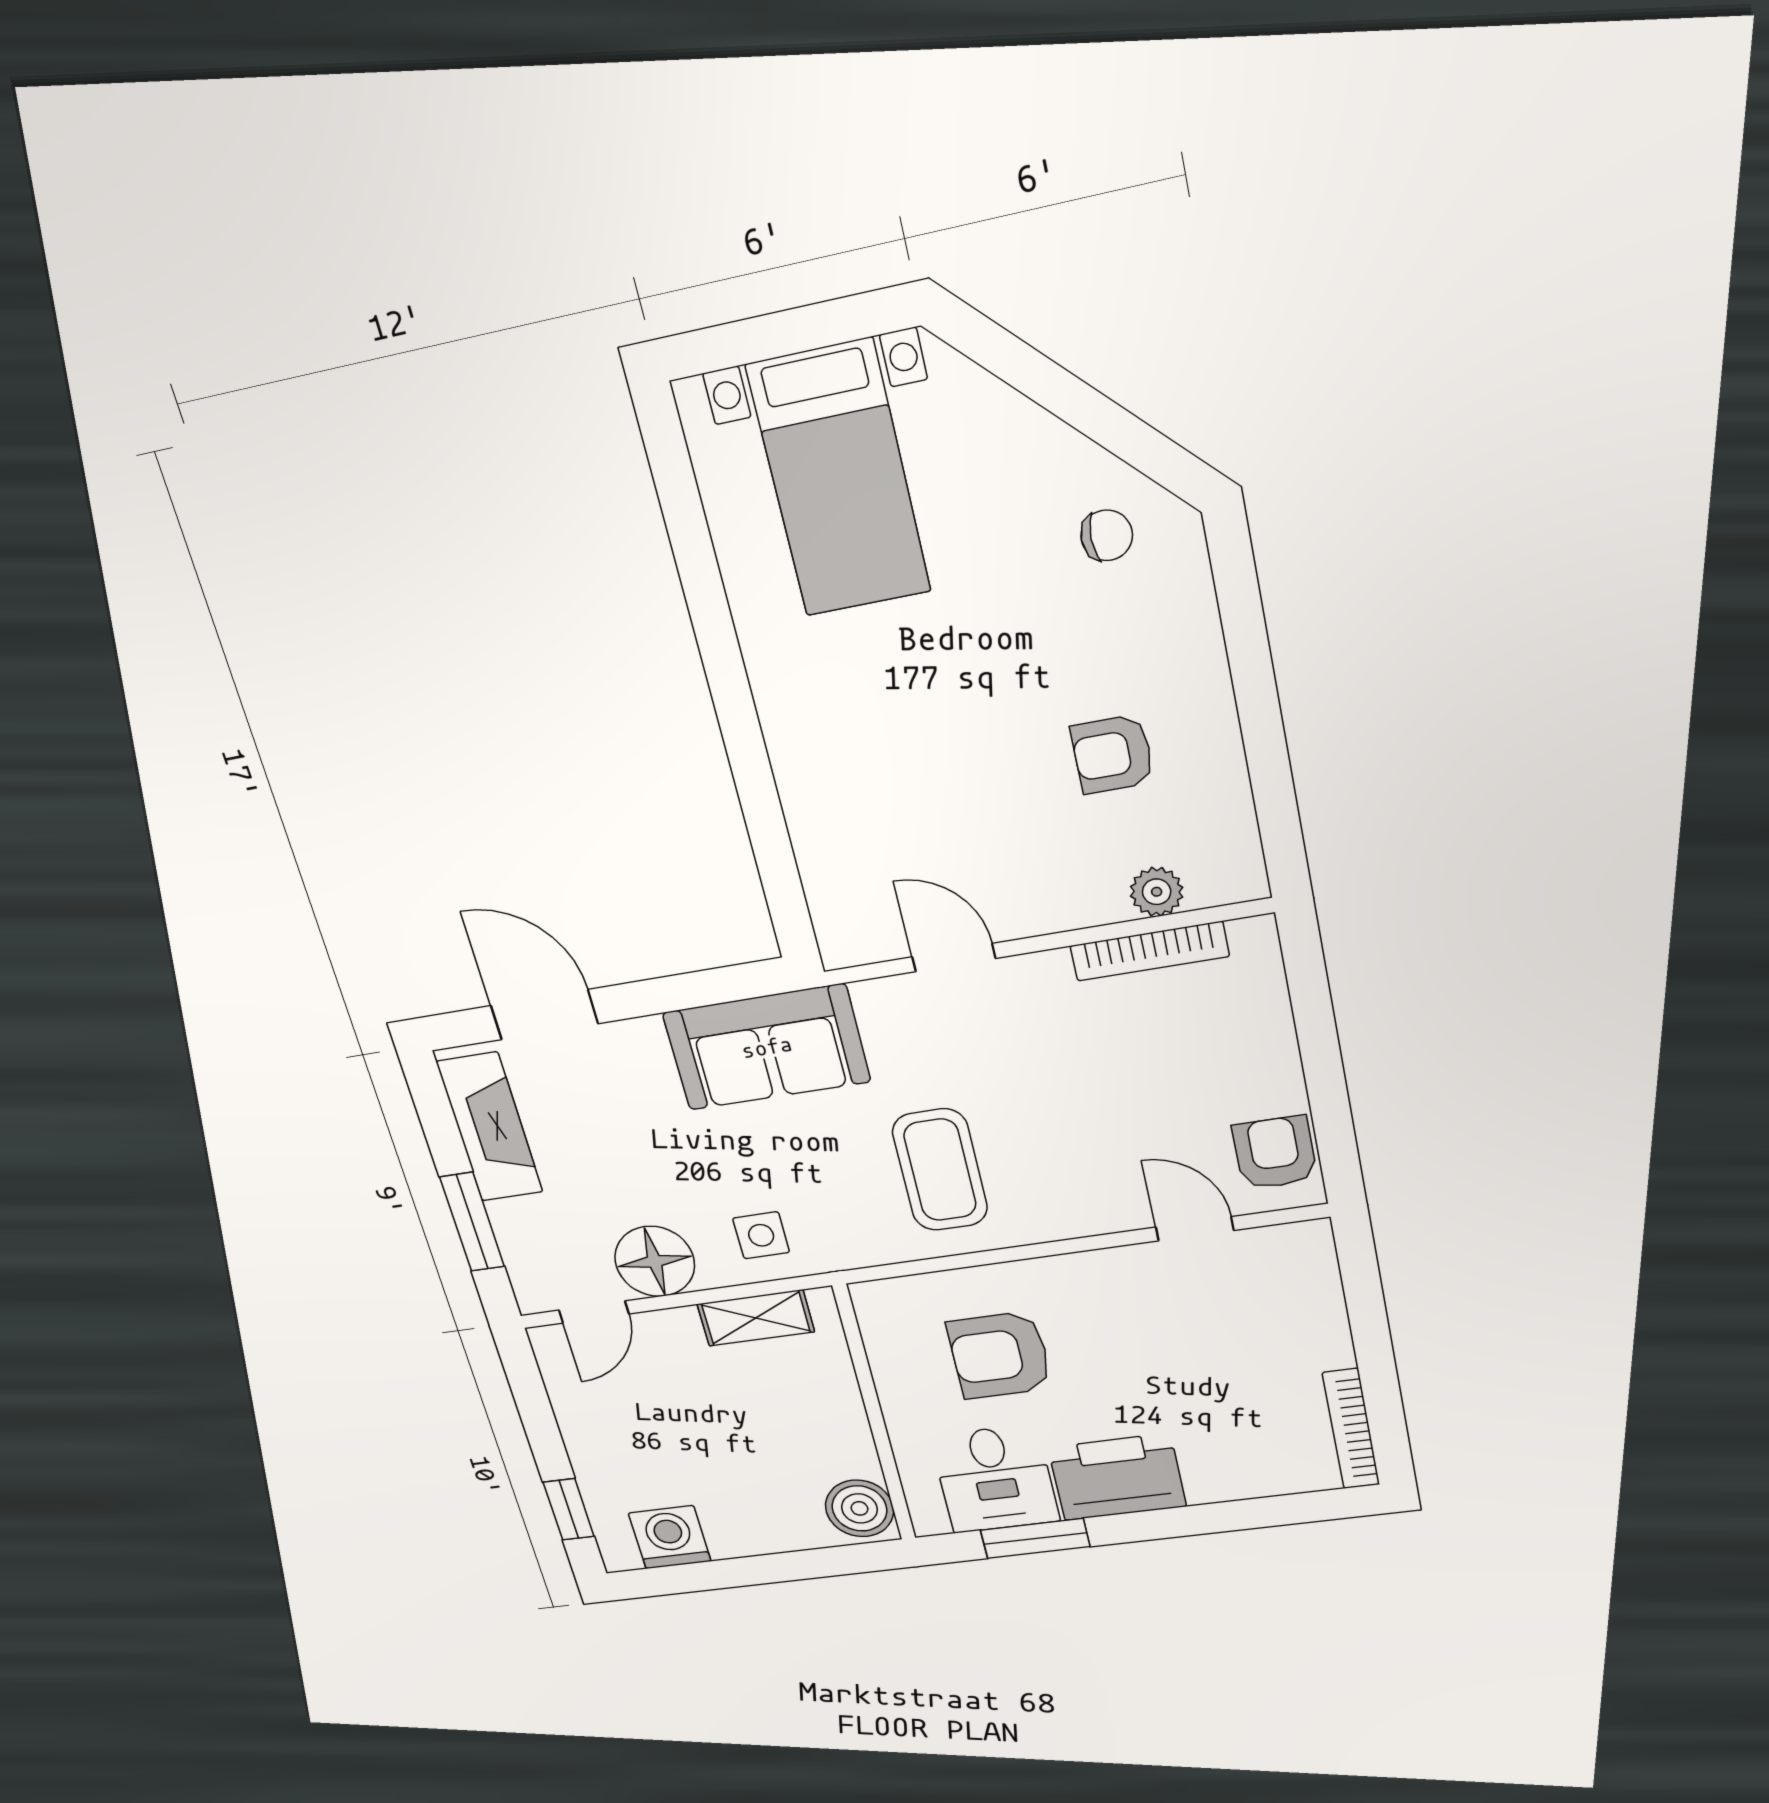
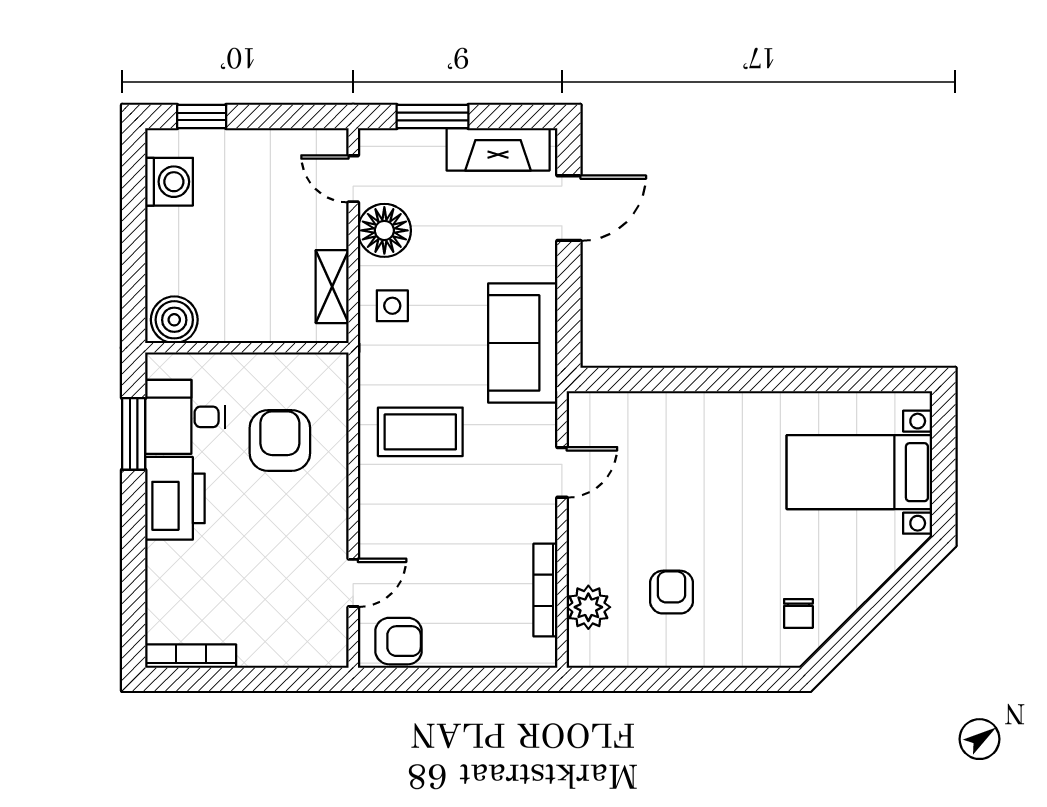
plant: (1157, 892) -> (588, 607), width x1.38, depth x1.38

